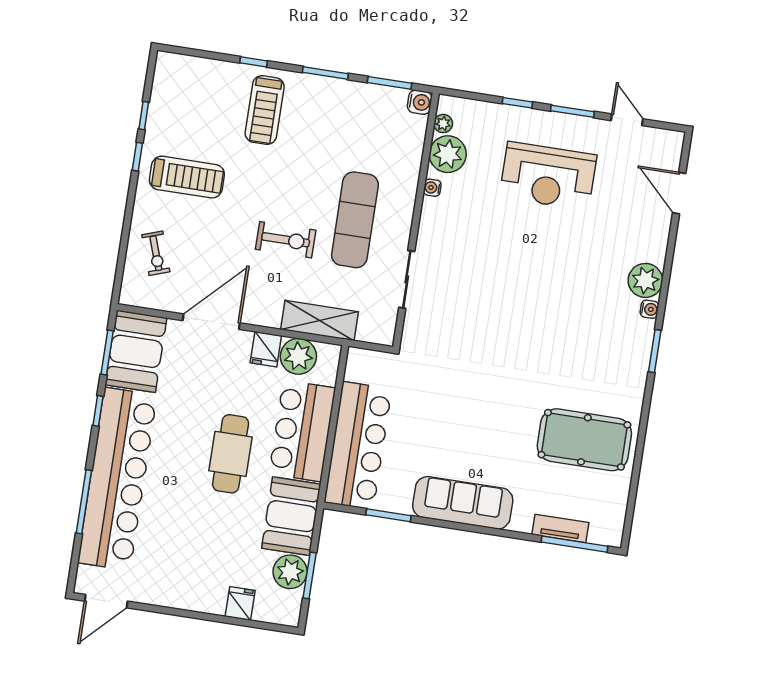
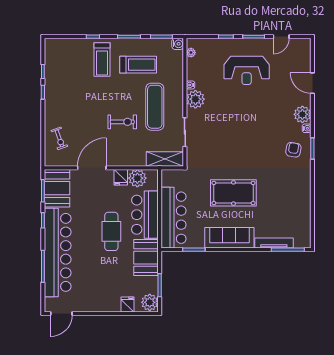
door: (627, 120) -> (281, 37), swing flipped
plant: (448, 154) -> (195, 99), moved
treadmill: (187, 177) -> (138, 65), moved
door: (679, 193) -> (312, 83), moved
shelving: (319, 321) -> (165, 159), moved
armchair: (617, 348) -> (293, 150), added
pool table: (584, 440) -> (233, 193), moved
tv unit: (560, 529) -> (274, 243), width x1.41
plant: (290, 572) -> (150, 302), moved

